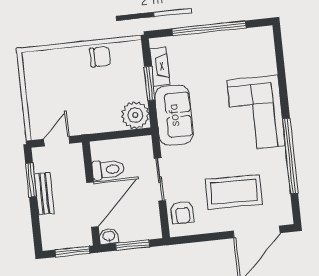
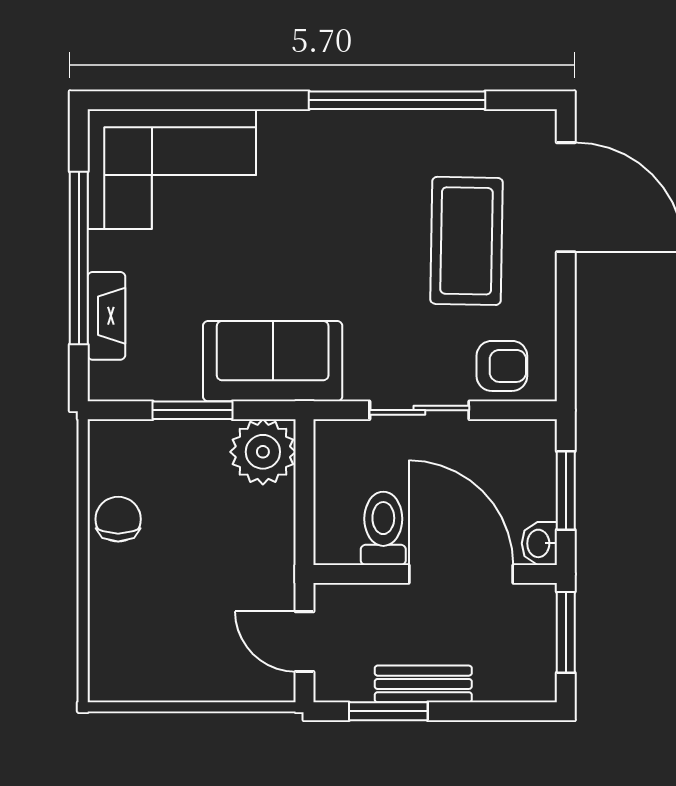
fireplace: (160, 66) -> (106, 316), moved, turned 90
corner sofa: (256, 113) -> (172, 169), moved

